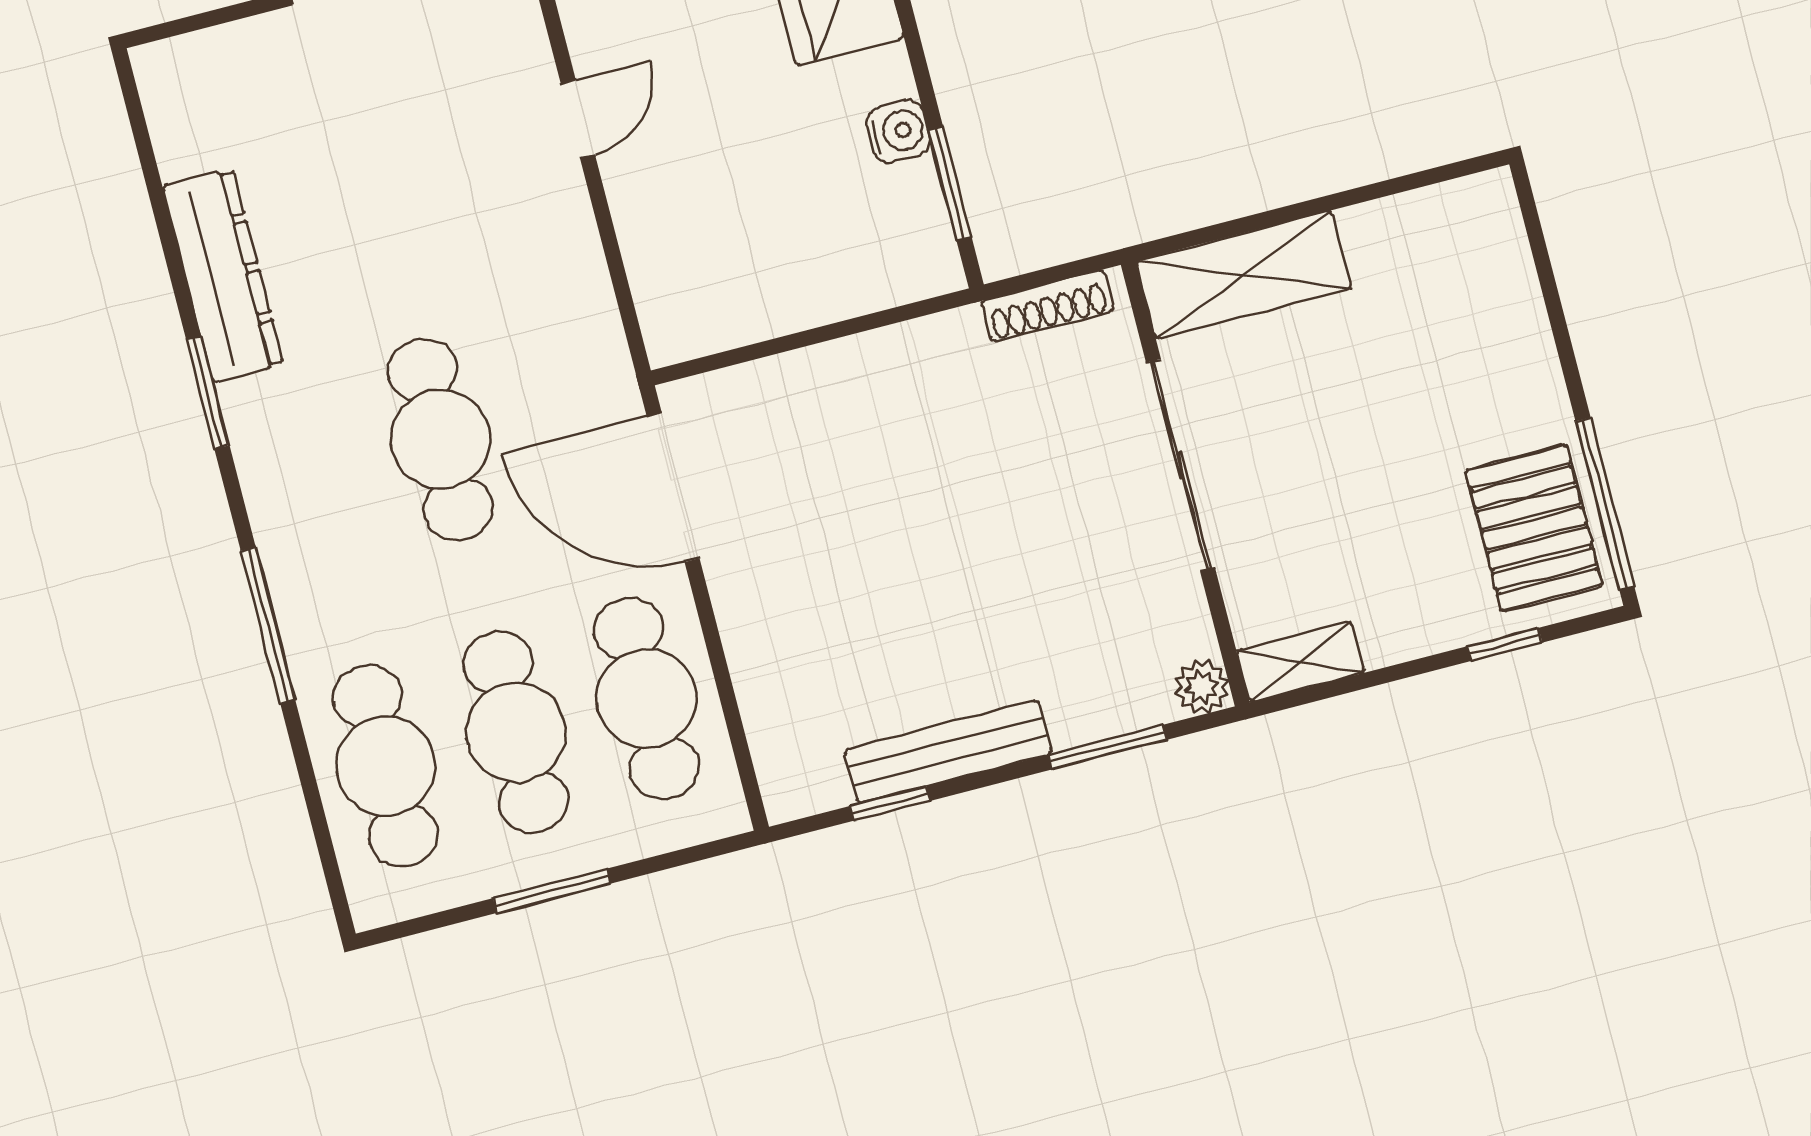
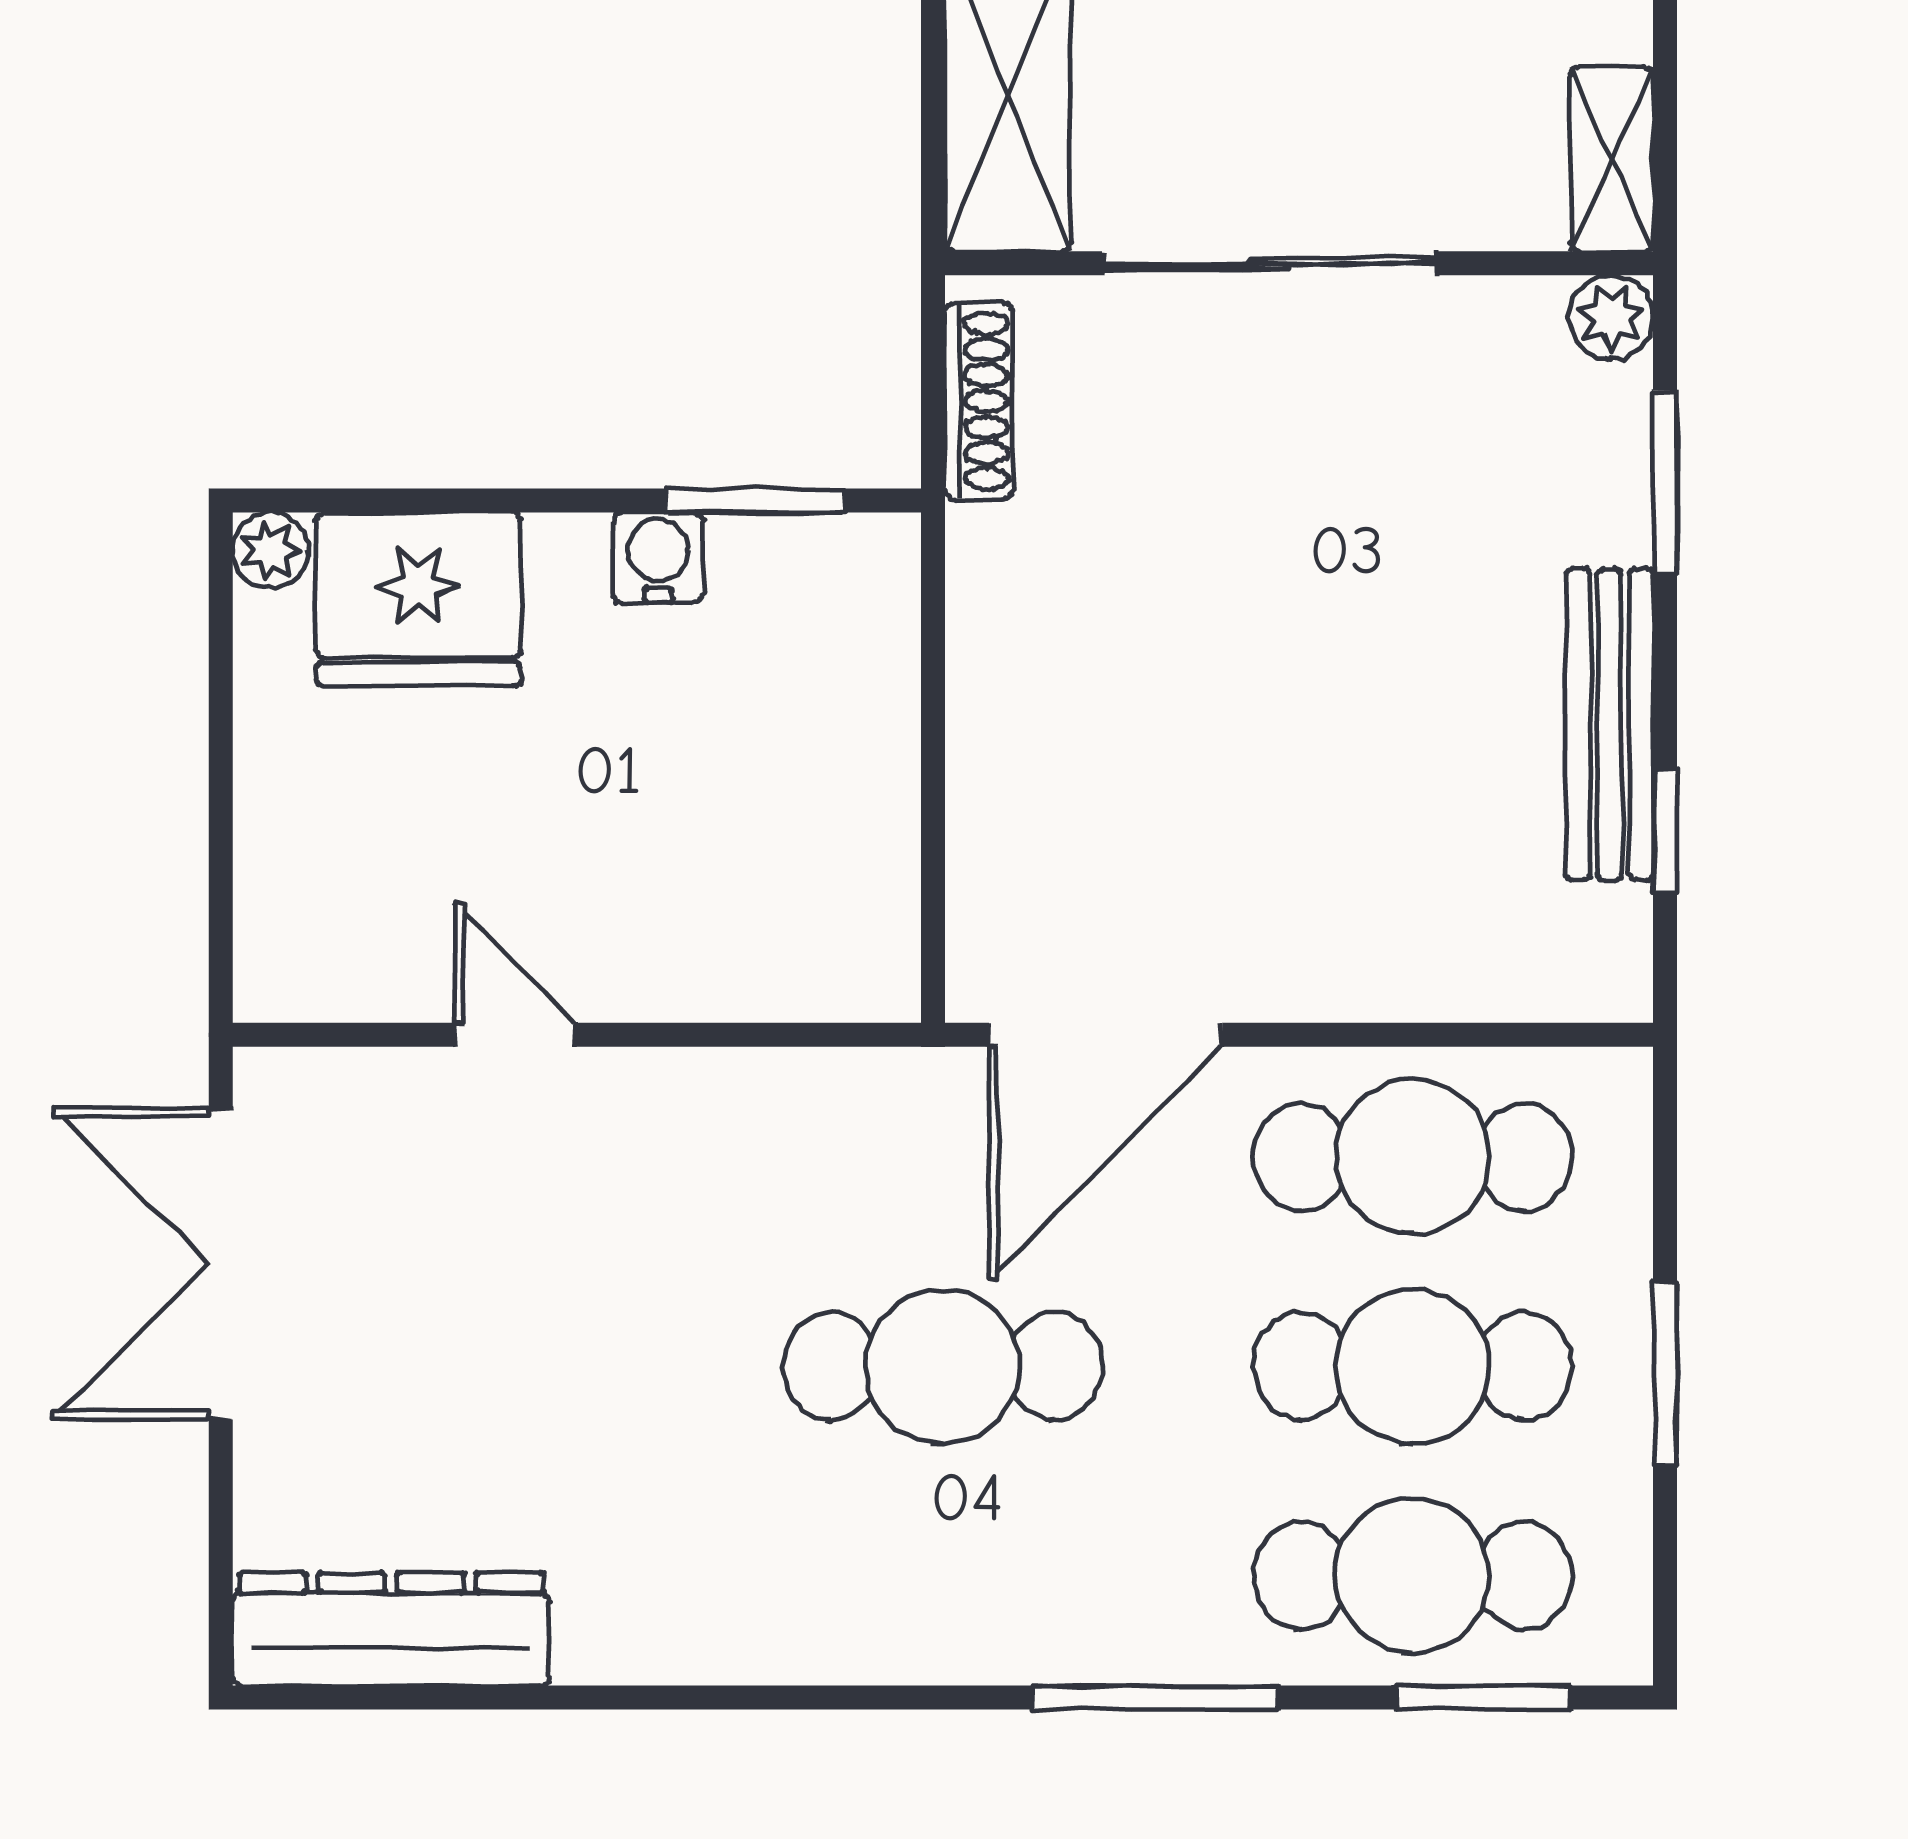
dresser: (223, 275) -> (391, 1629), moved
window: (208, 393) -> (1483, 1698), moved

